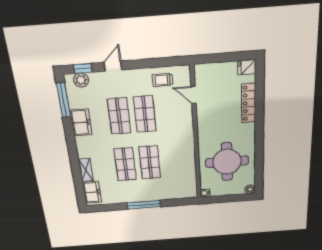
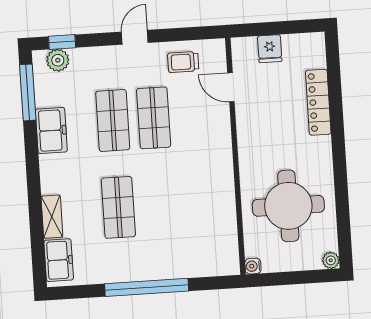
door: (113, 66) -> (135, 37), moved
fridge: (247, 67) -> (270, 49), moved, turned -90
shop shelf: (150, 163) -> (159, 205), removed
window: (144, 205) -> (147, 287), width x1.46

